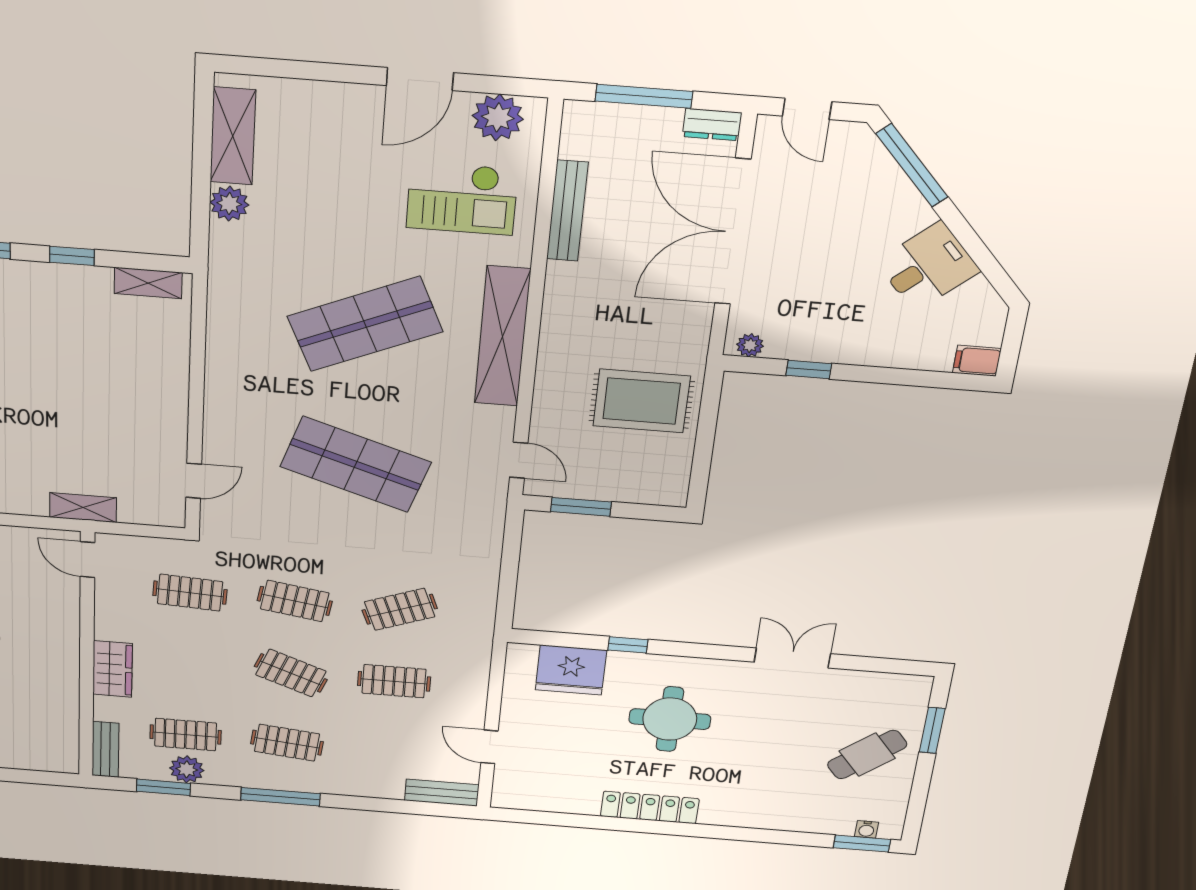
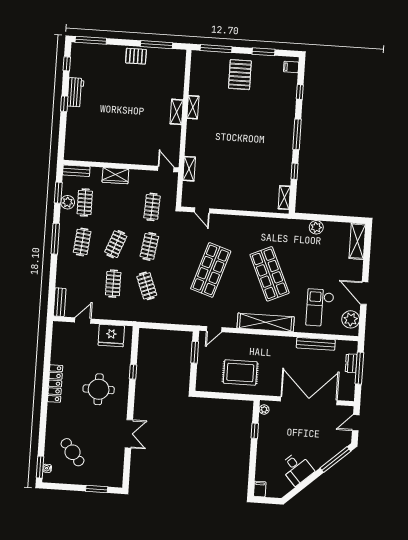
dresser: (712, 125) -> (351, 363), moved
shelving: (233, 136) -> (357, 241), moved, turned 90
rug: (642, 401) -> (240, 372), turned 90
door: (88, 560) -> (166, 169), hinge flipped
fridge: (571, 670) -> (111, 336), moved, turned -90
cafe table: (867, 755) -> (72, 452), moved

